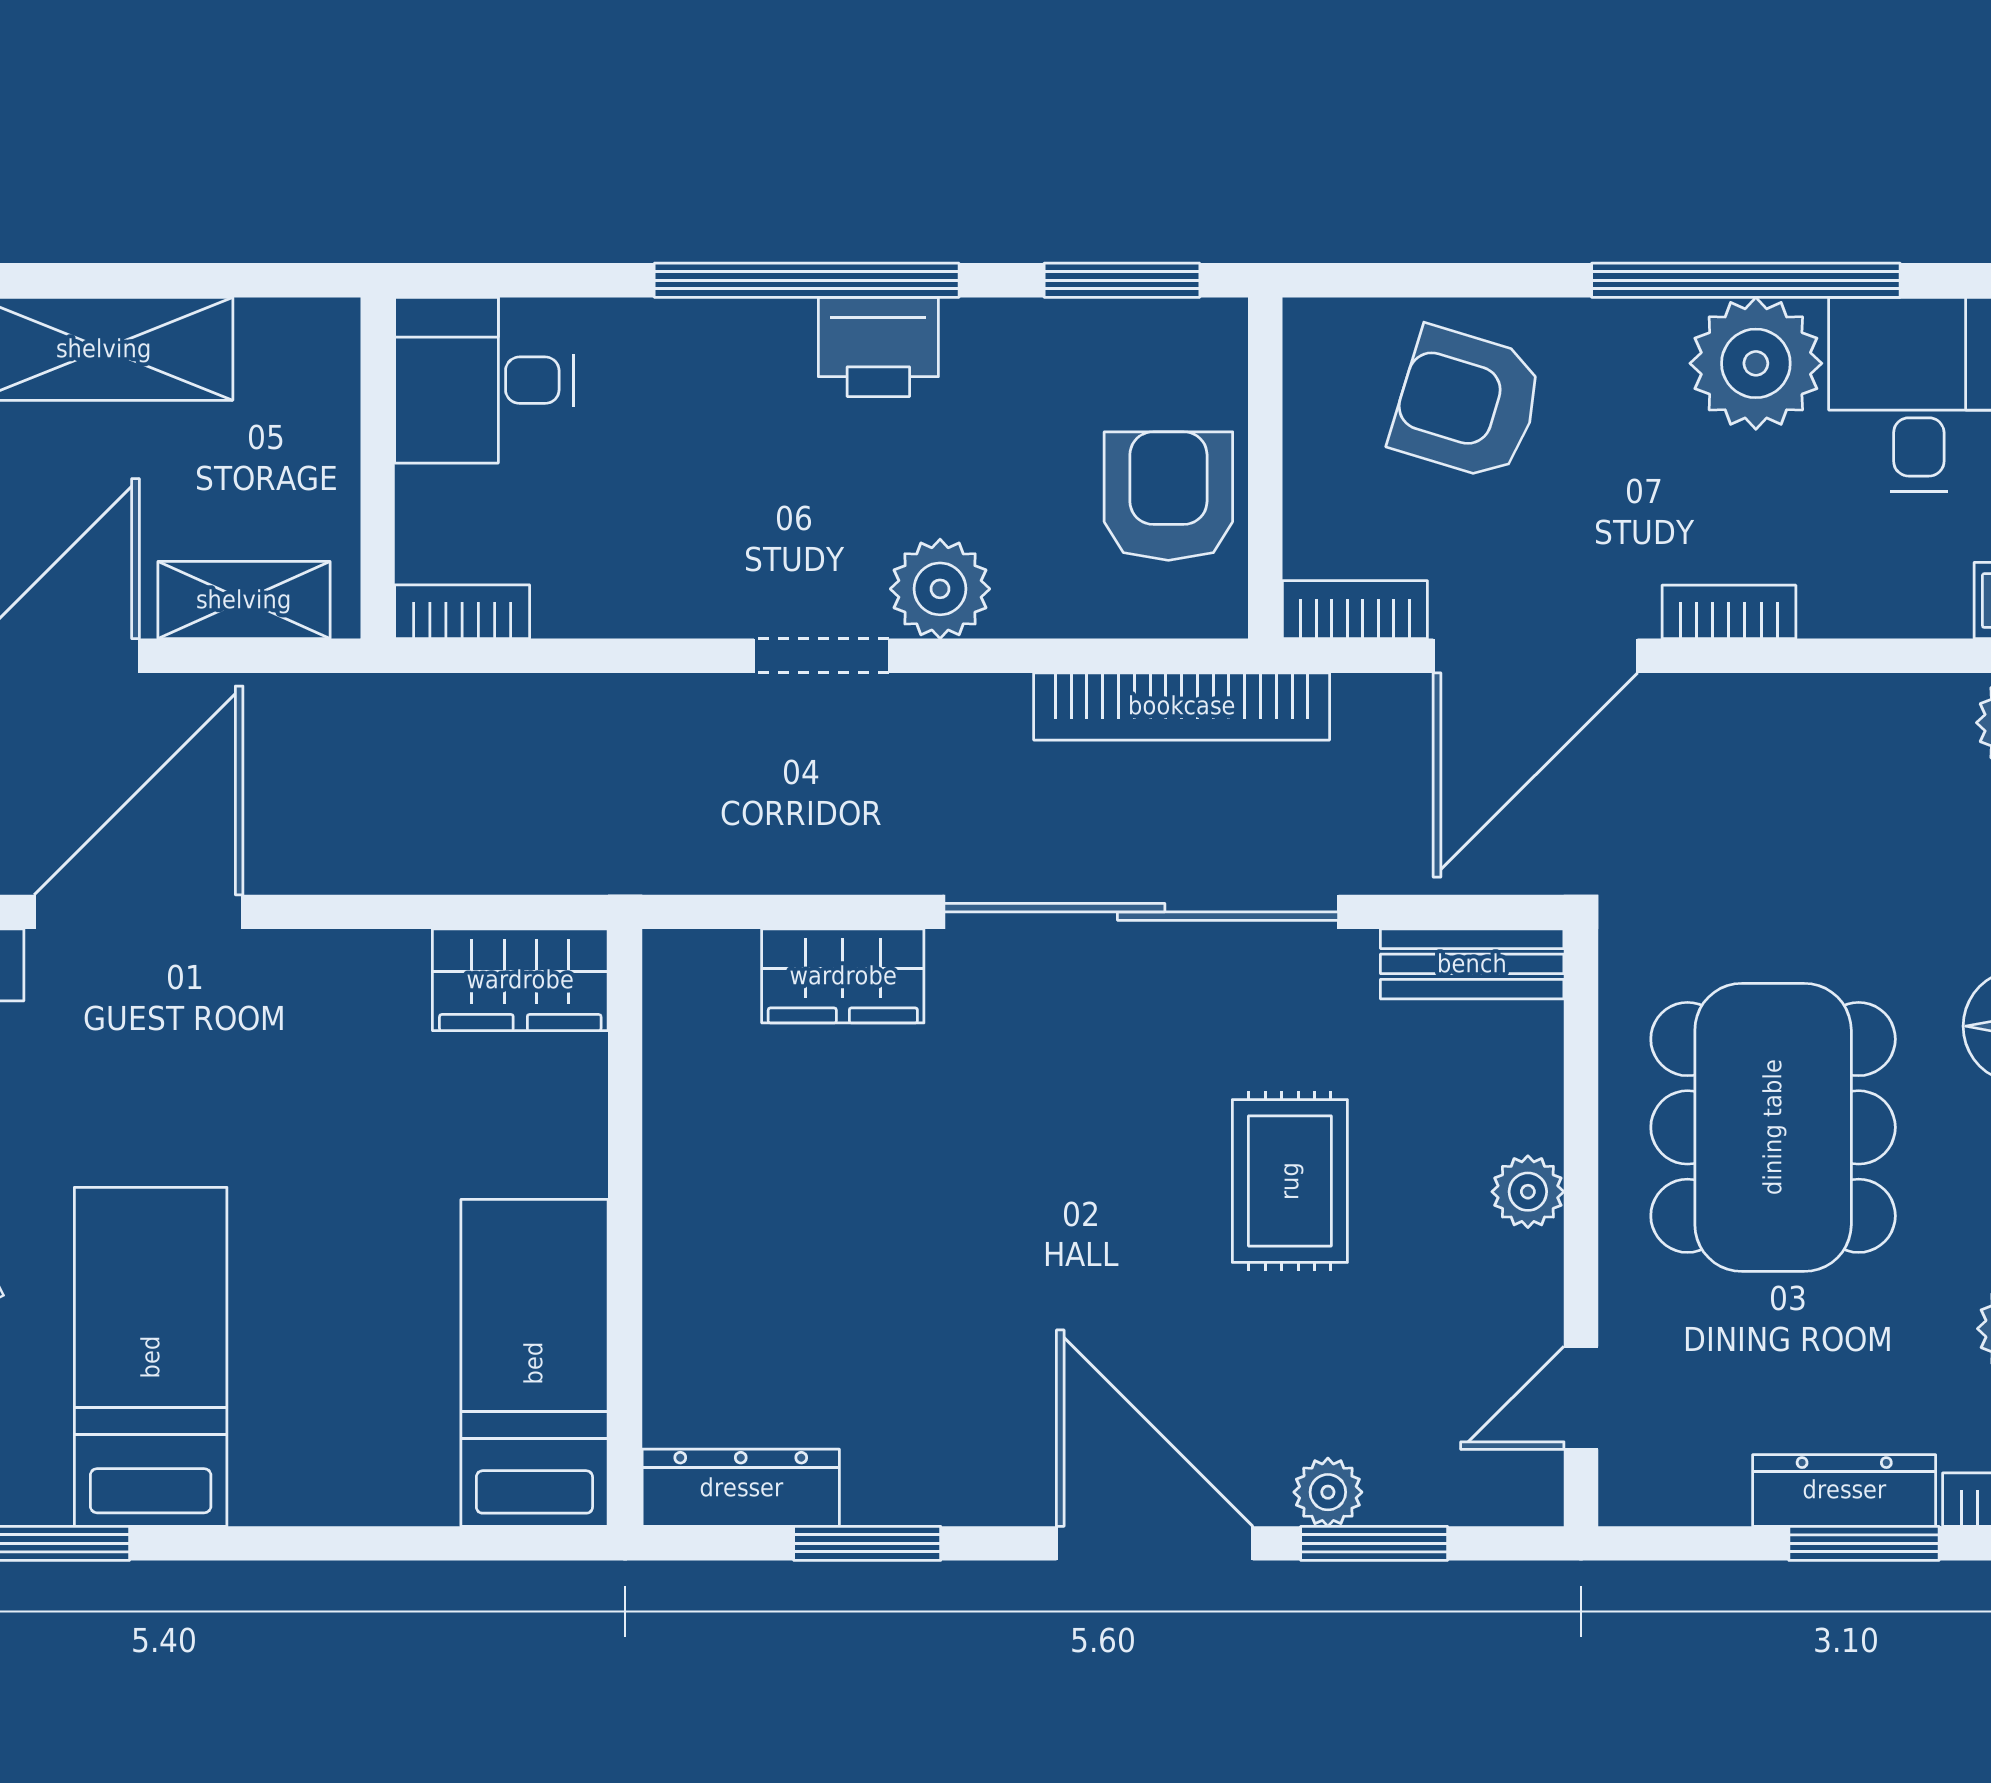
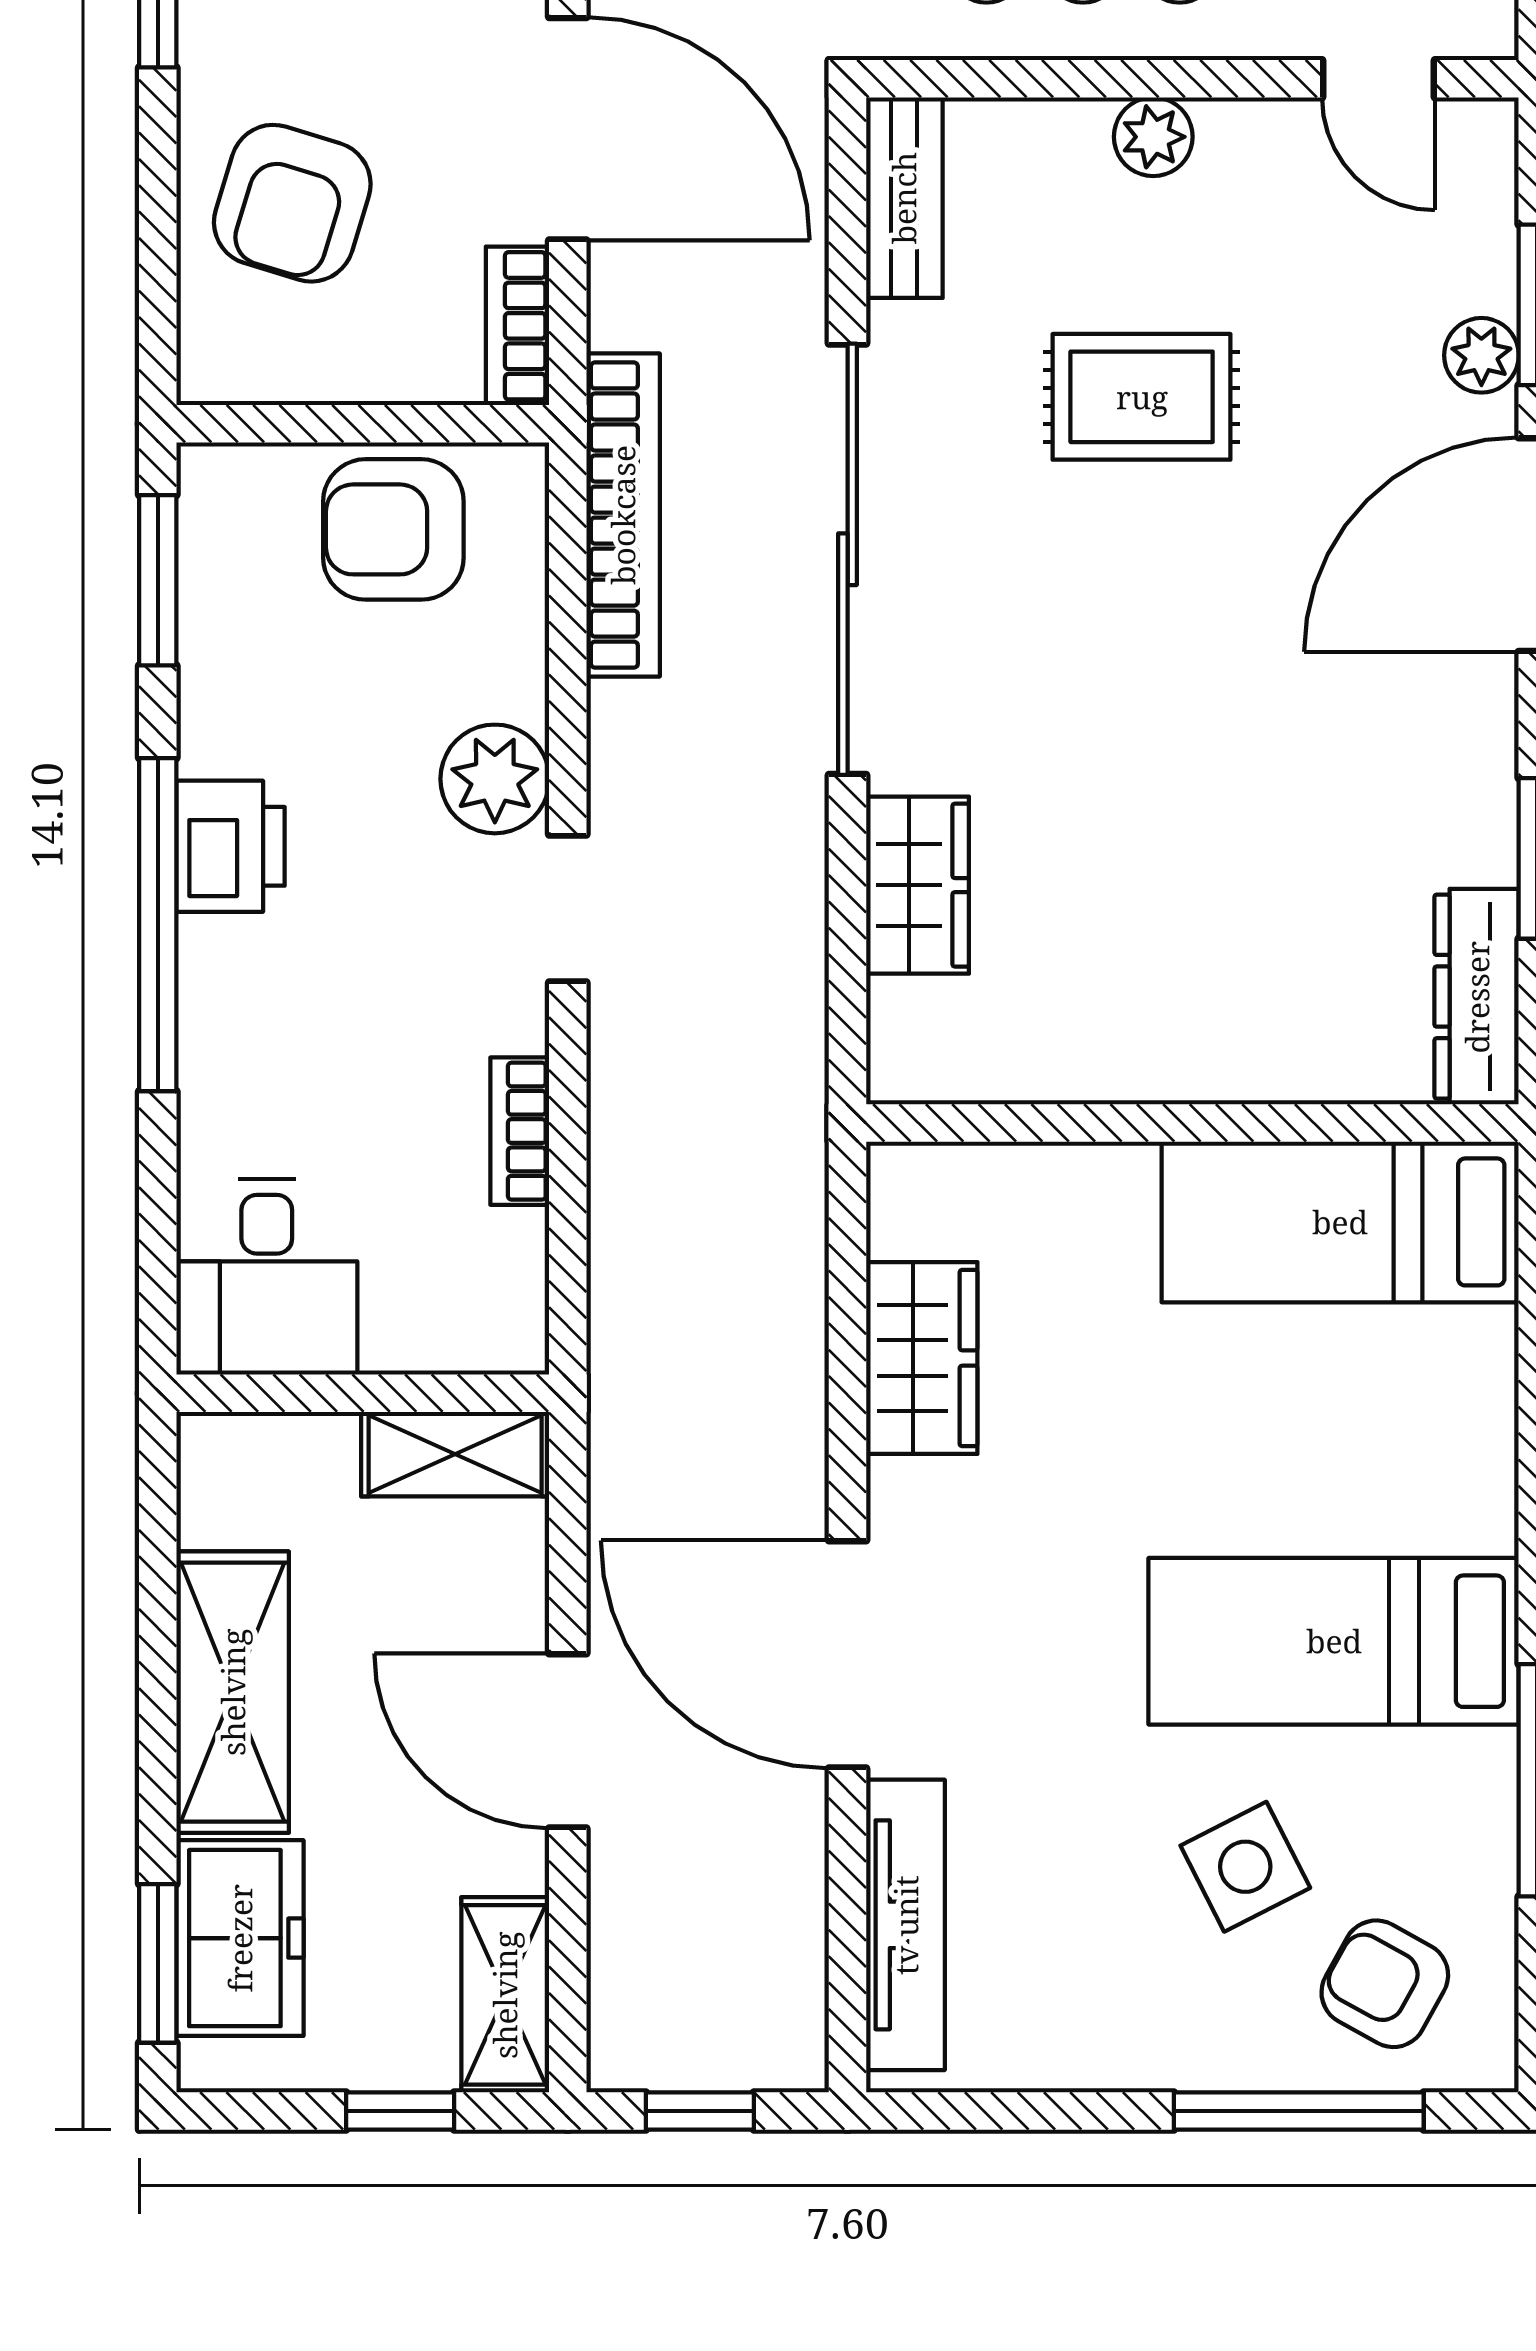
shelving: (244, 600) -> (455, 1454), moved, turned 90
bookcase: (462, 612) -> (520, 1131), moved
wardrobe: (520, 980) -> (922, 1358), moved

